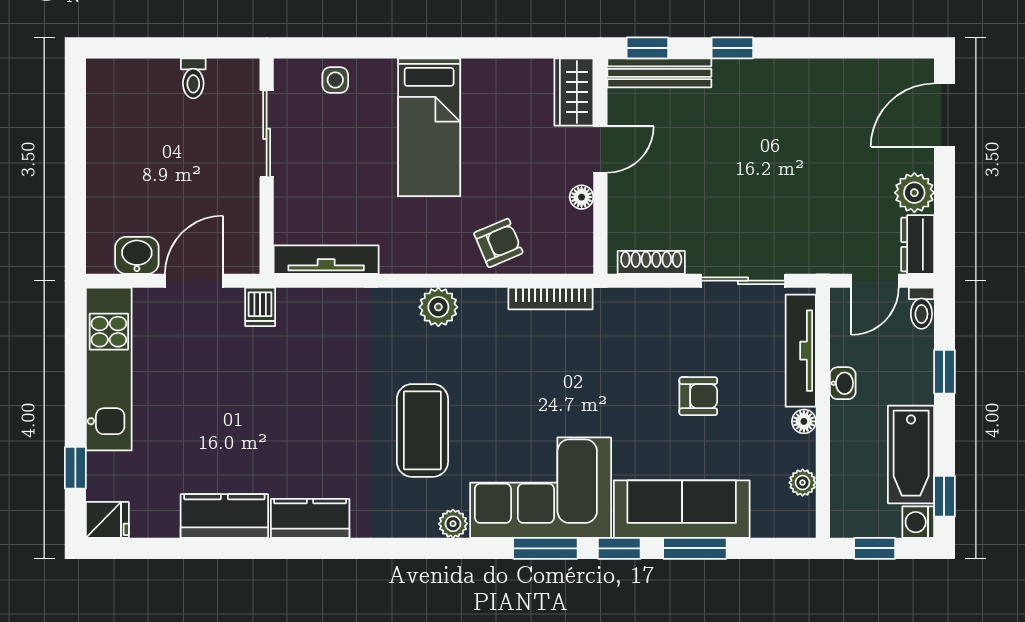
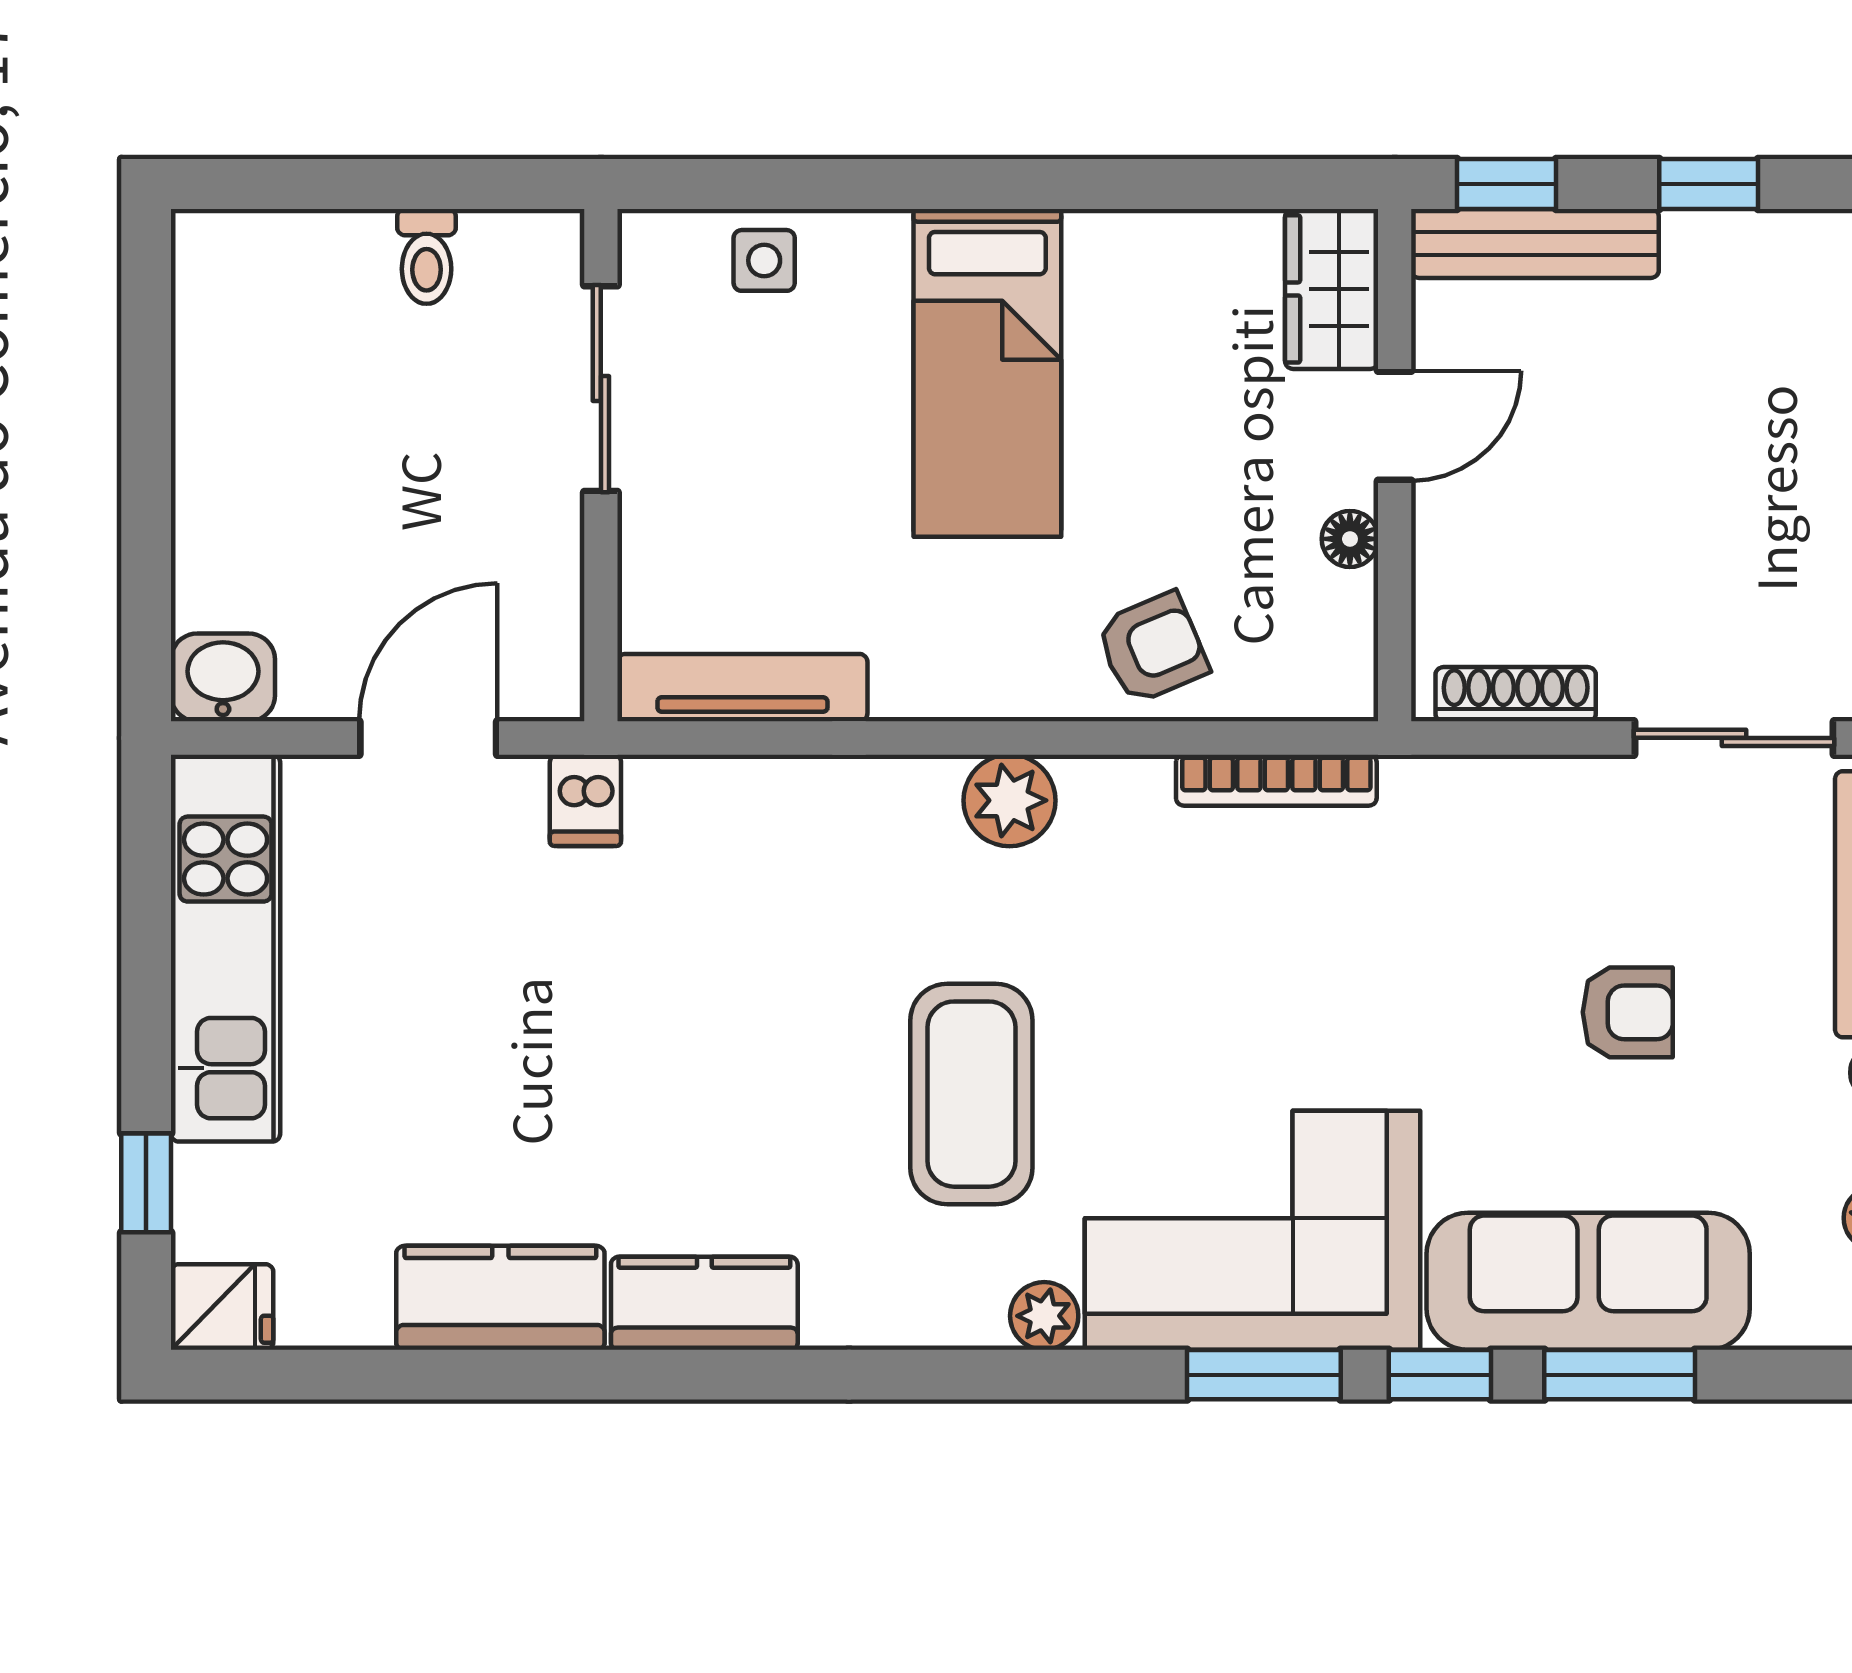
washbasin: (137, 255) -> (223, 677), moved

